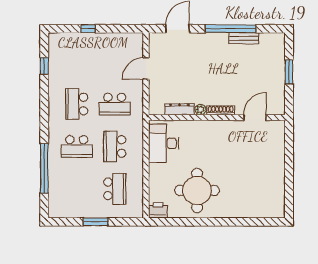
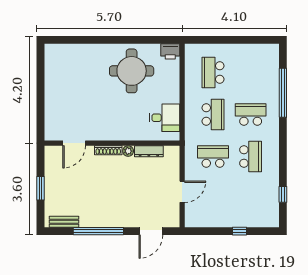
bench: (244, 38) -> (64, 222), moved
desk: (164, 143) -> (165, 118), width x0.73
window: (95, 222) -> (232, 40), removed

